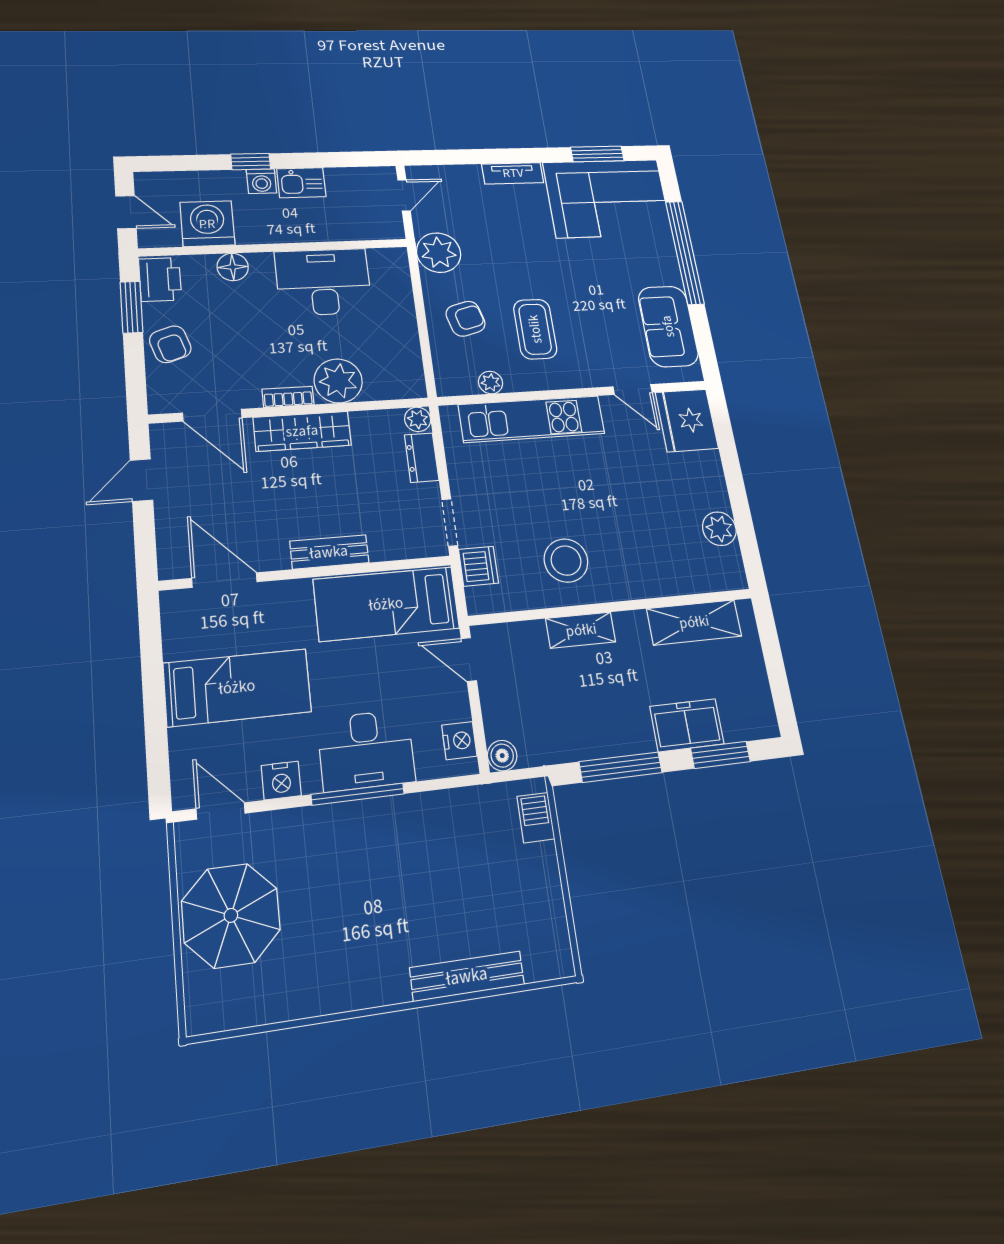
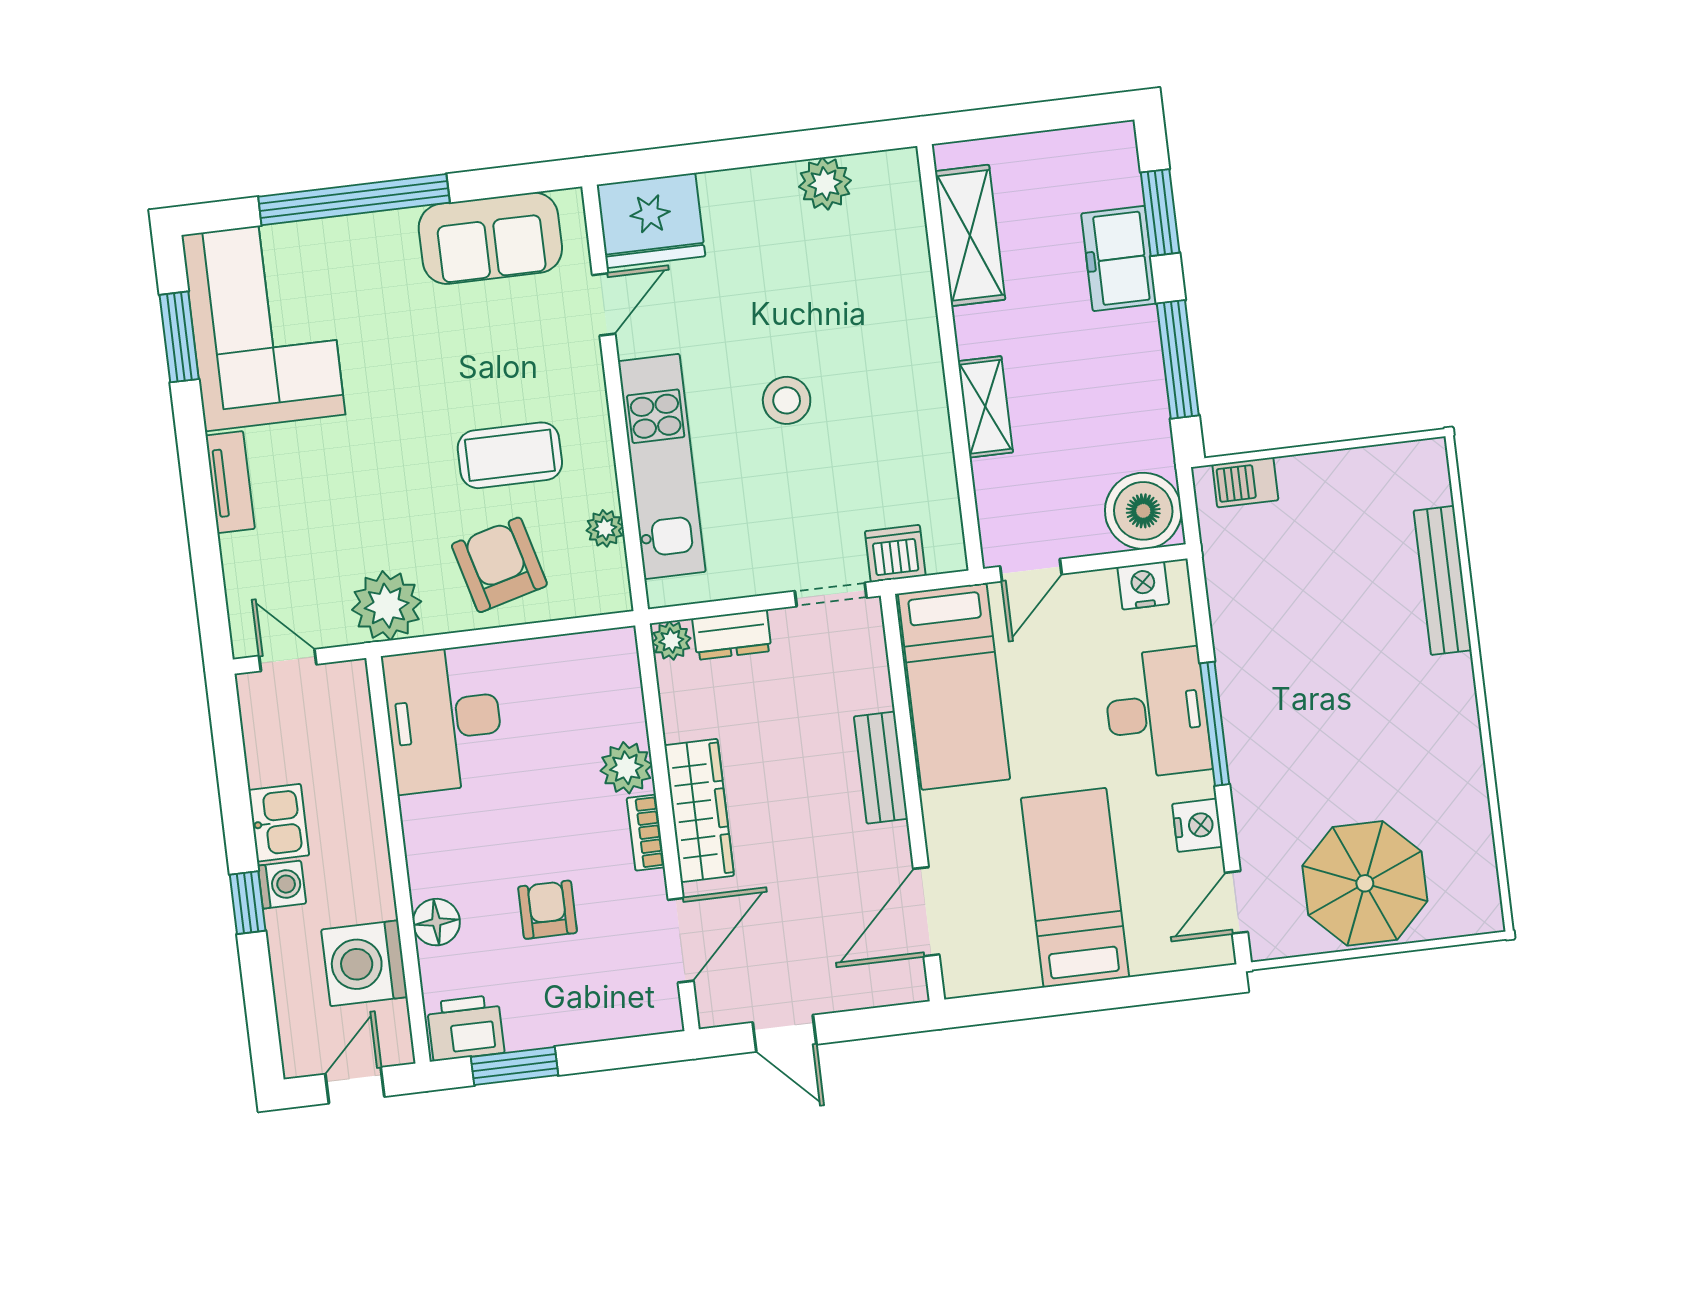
desk: (323, 282) -> (444, 719), moved
armchair: (466, 319) -> (499, 565), width x1.38, depth x1.38
armchair: (170, 344) -> (548, 910), moved, turned -72
plant: (338, 381) -> (626, 768), width x0.73, depth x0.73
stool: (566, 561) -> (787, 400), moved, width x0.73, depth x0.73
boiler: (502, 756) -> (1143, 511), width x1.86, depth x1.86

